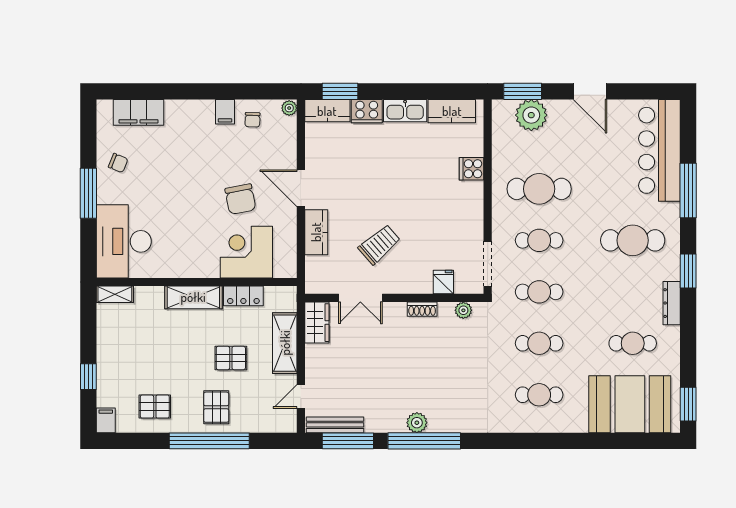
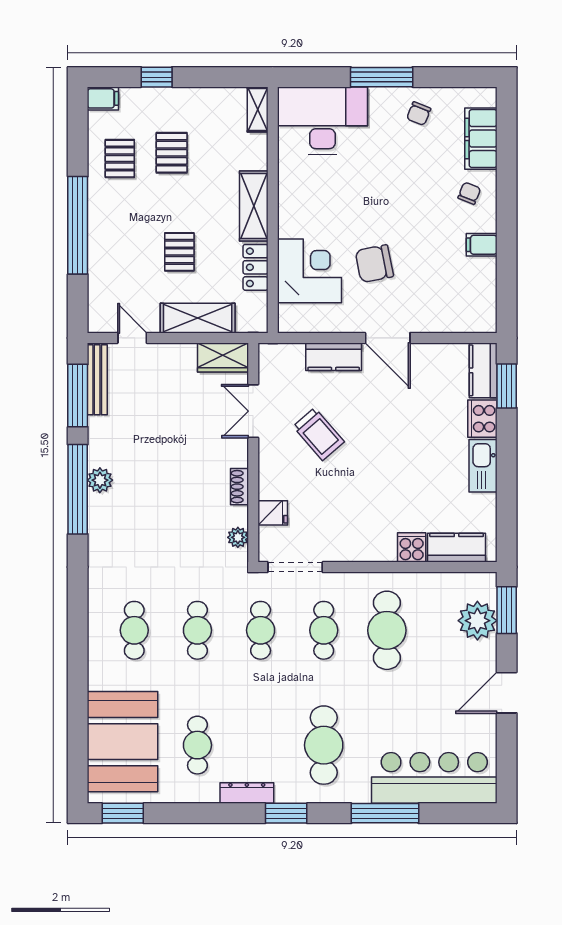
plant: (289, 108) -> (486, 324), removed
kitchen counter: (452, 111) -> (457, 548), moved, turned 90
chair: (253, 120) -> (469, 193), moved, turned 110
door: (301, 188) -> (388, 338), swing flipped
pallet: (216, 407) -> (172, 153), moved, turned 90

